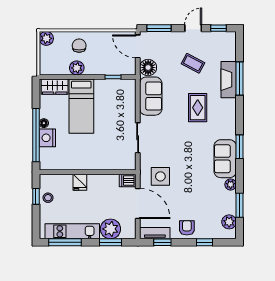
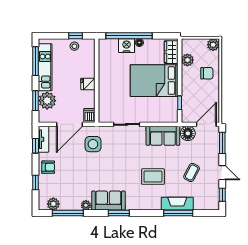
plant: (77, 68) -> (187, 60), moved
bed: (81, 106) -> (154, 81), width x1.50
fridge: (80, 182) -> (88, 84), moved
window: (240, 205) -> (68, 213), width x1.44

